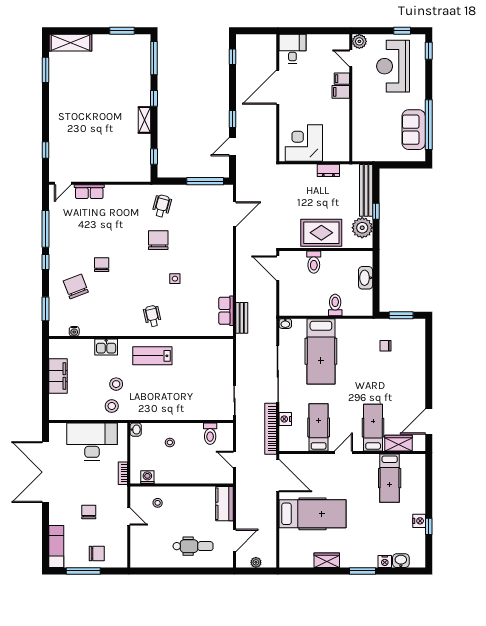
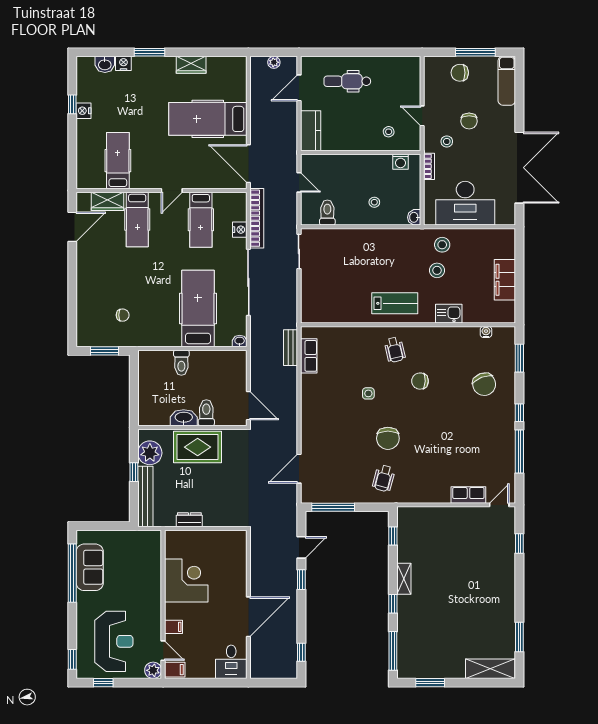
filing cabinet: (341, 92) -> (175, 670), moved
corner desk: (304, 143) -> (186, 580), moved, turned -90
chair: (102, 265) -> (420, 381), moved, turned 92
washbasin: (366, 278) -> (184, 418), moved, turned -90
stool: (108, 495) -> (447, 141), added

